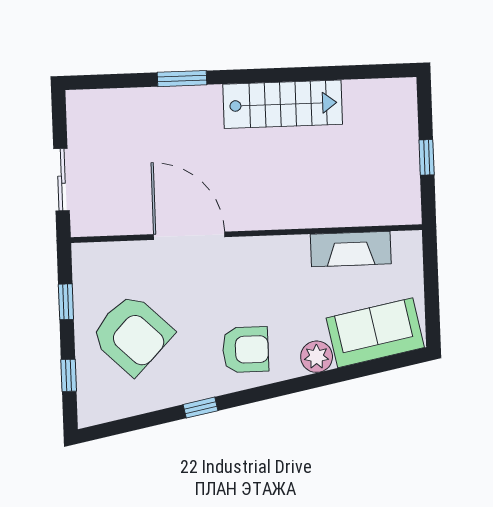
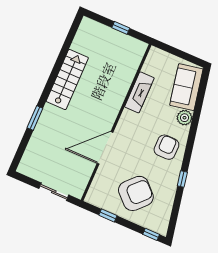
fireplace: (351, 249) -> (139, 92), moved
window: (69, 375) -> (151, 234), moved

